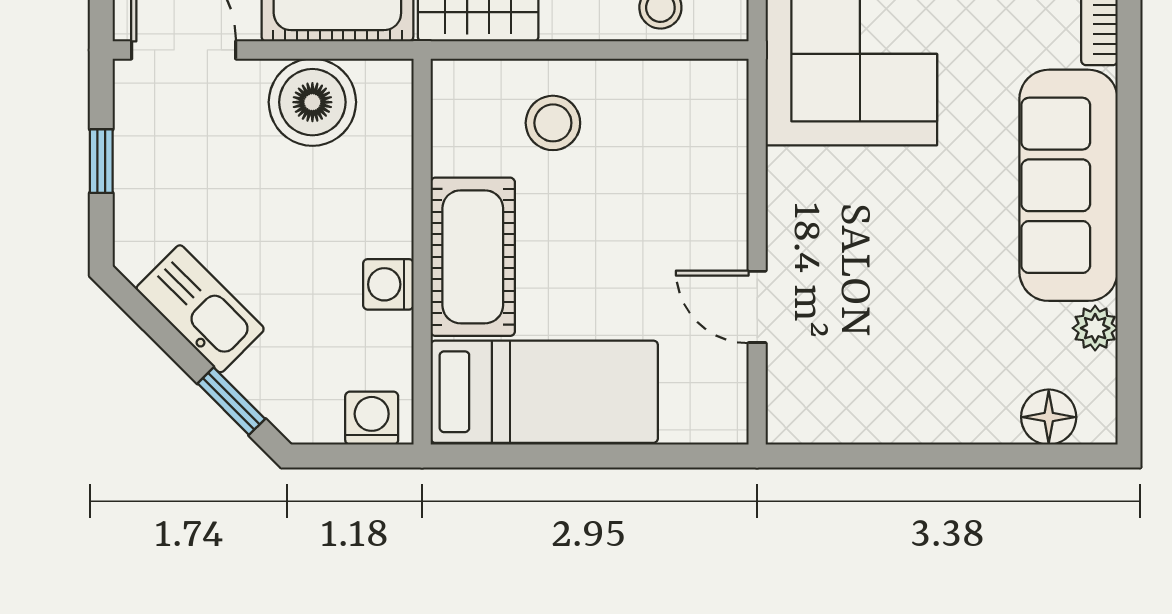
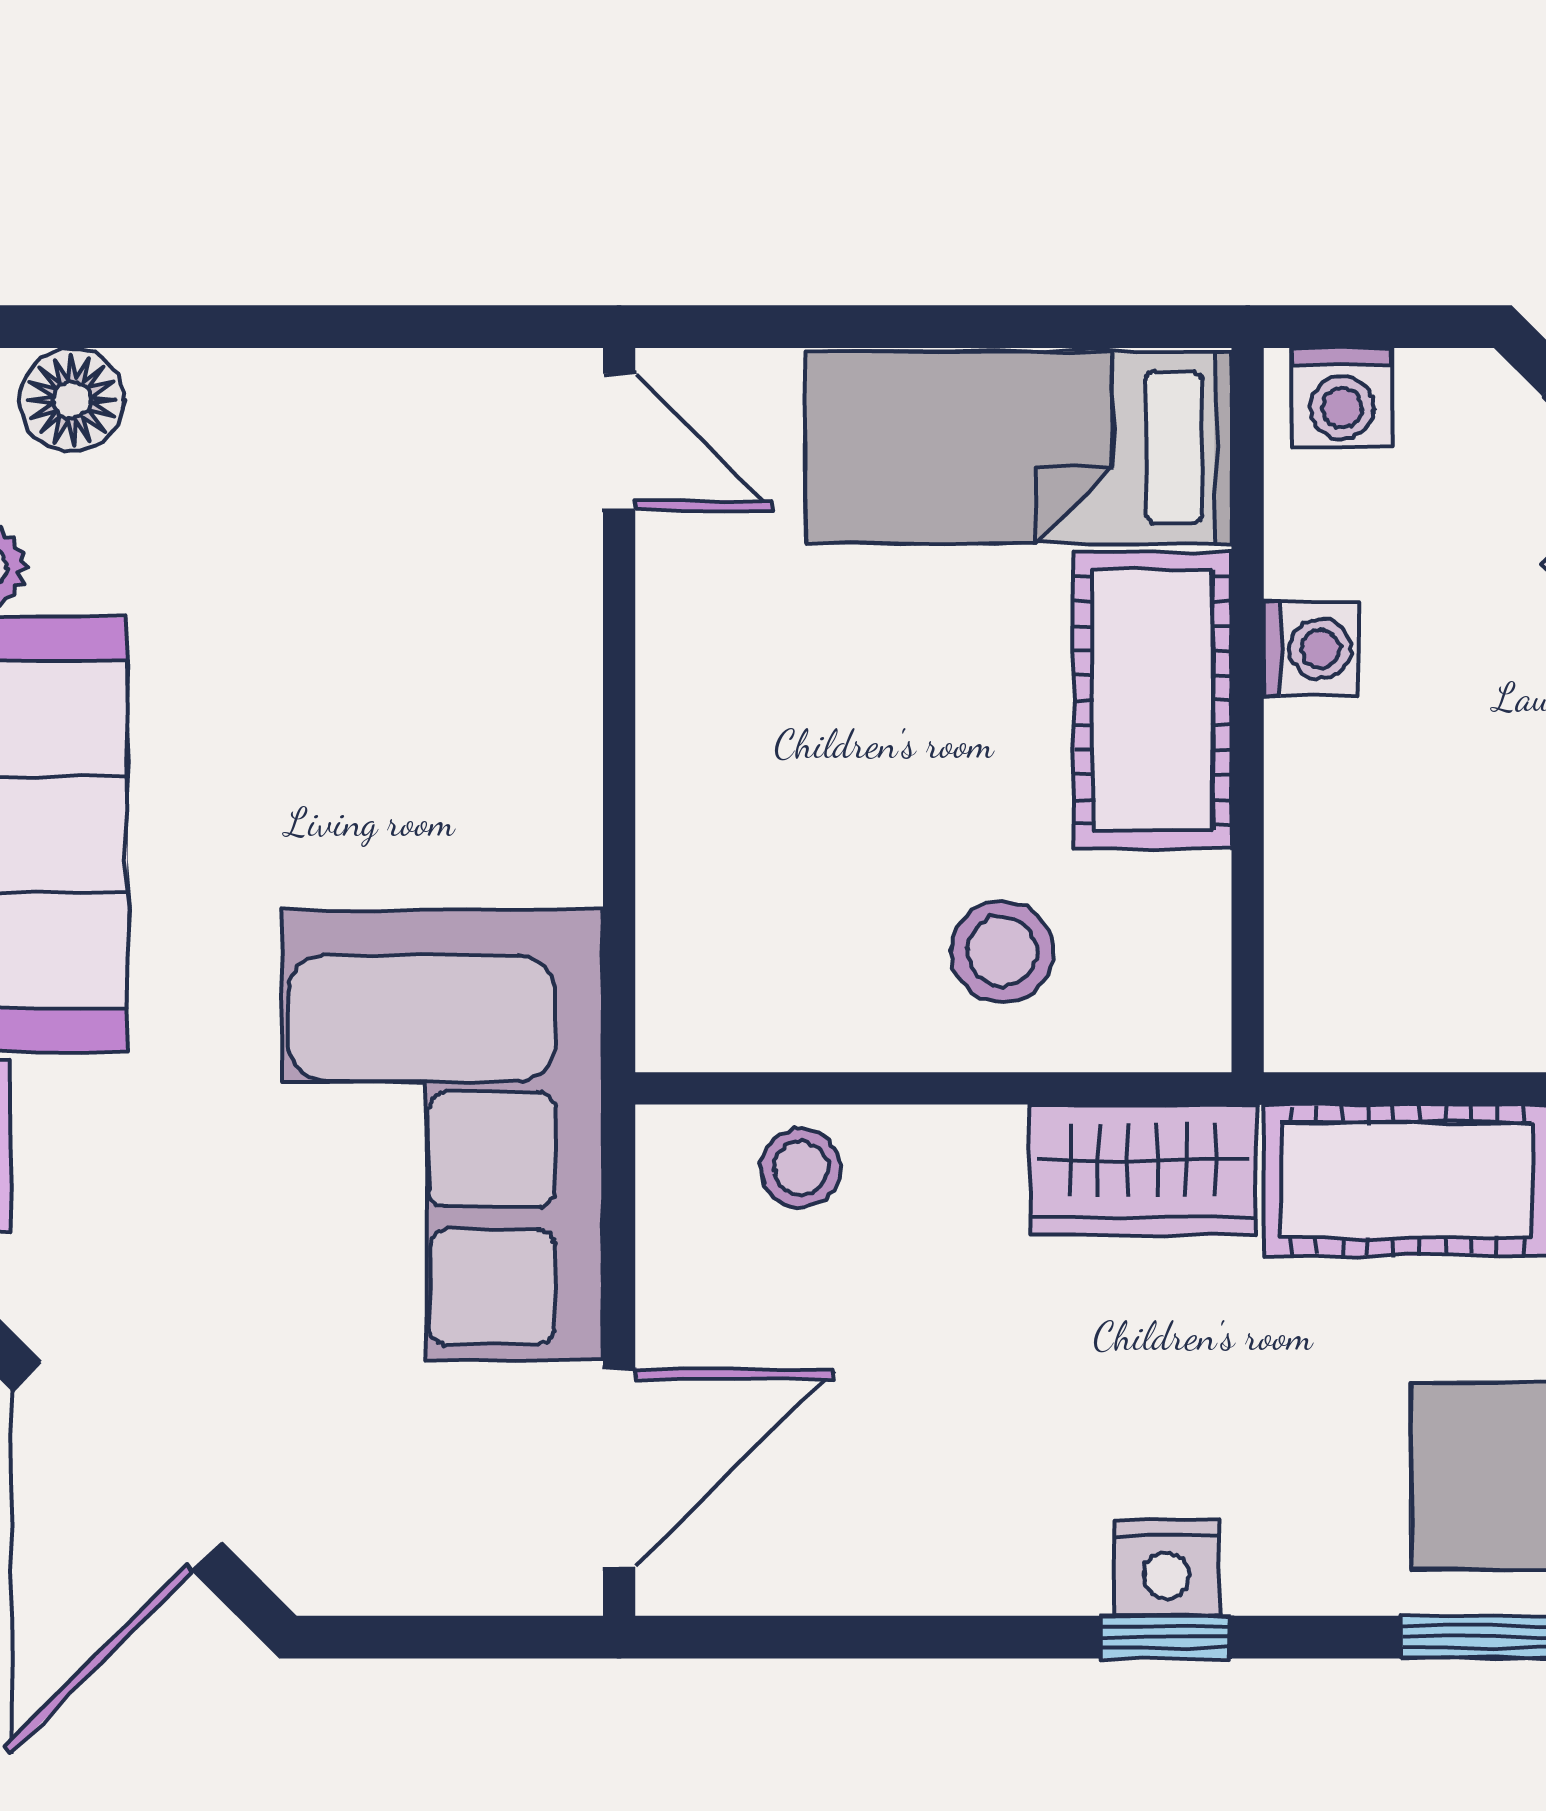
boiler: (312, 102) -> (1454, 991), removed
door: (757, 307) -> (619, 442), moved

